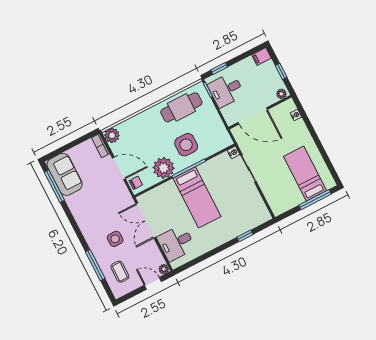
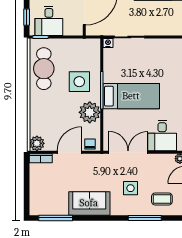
sofa: (65, 174) -> (89, 203), moved
double door: (146, 220) -> (128, 152), swing flipped

